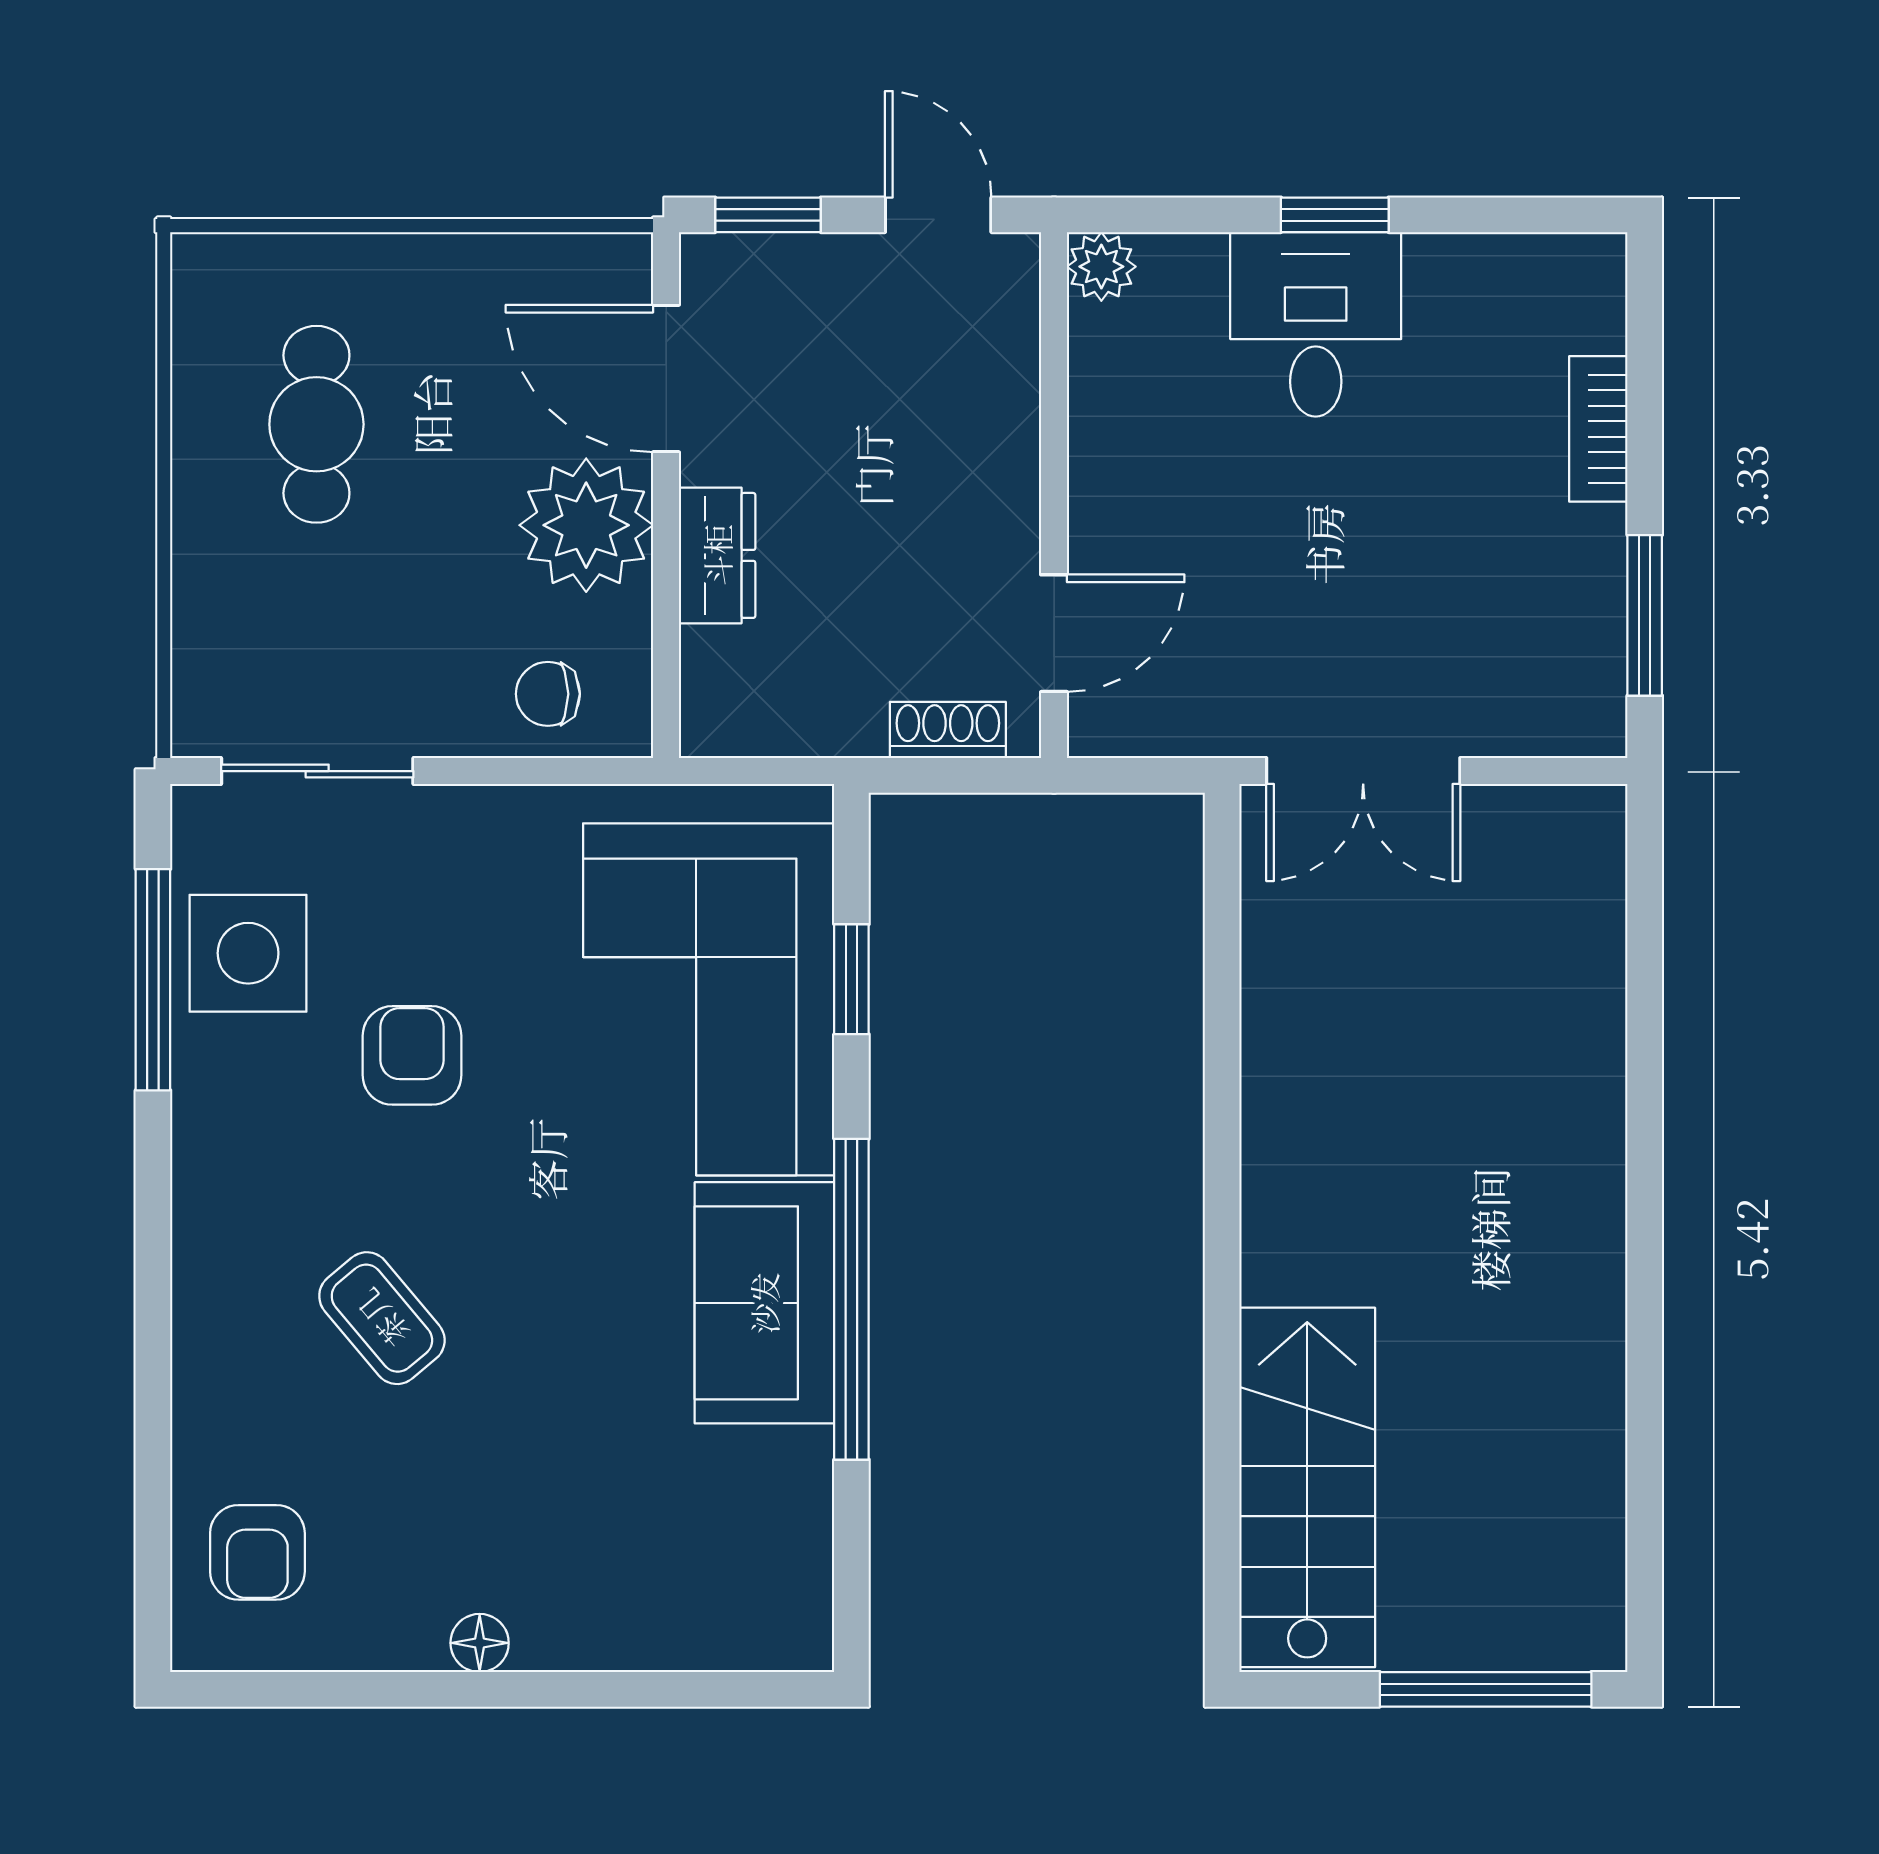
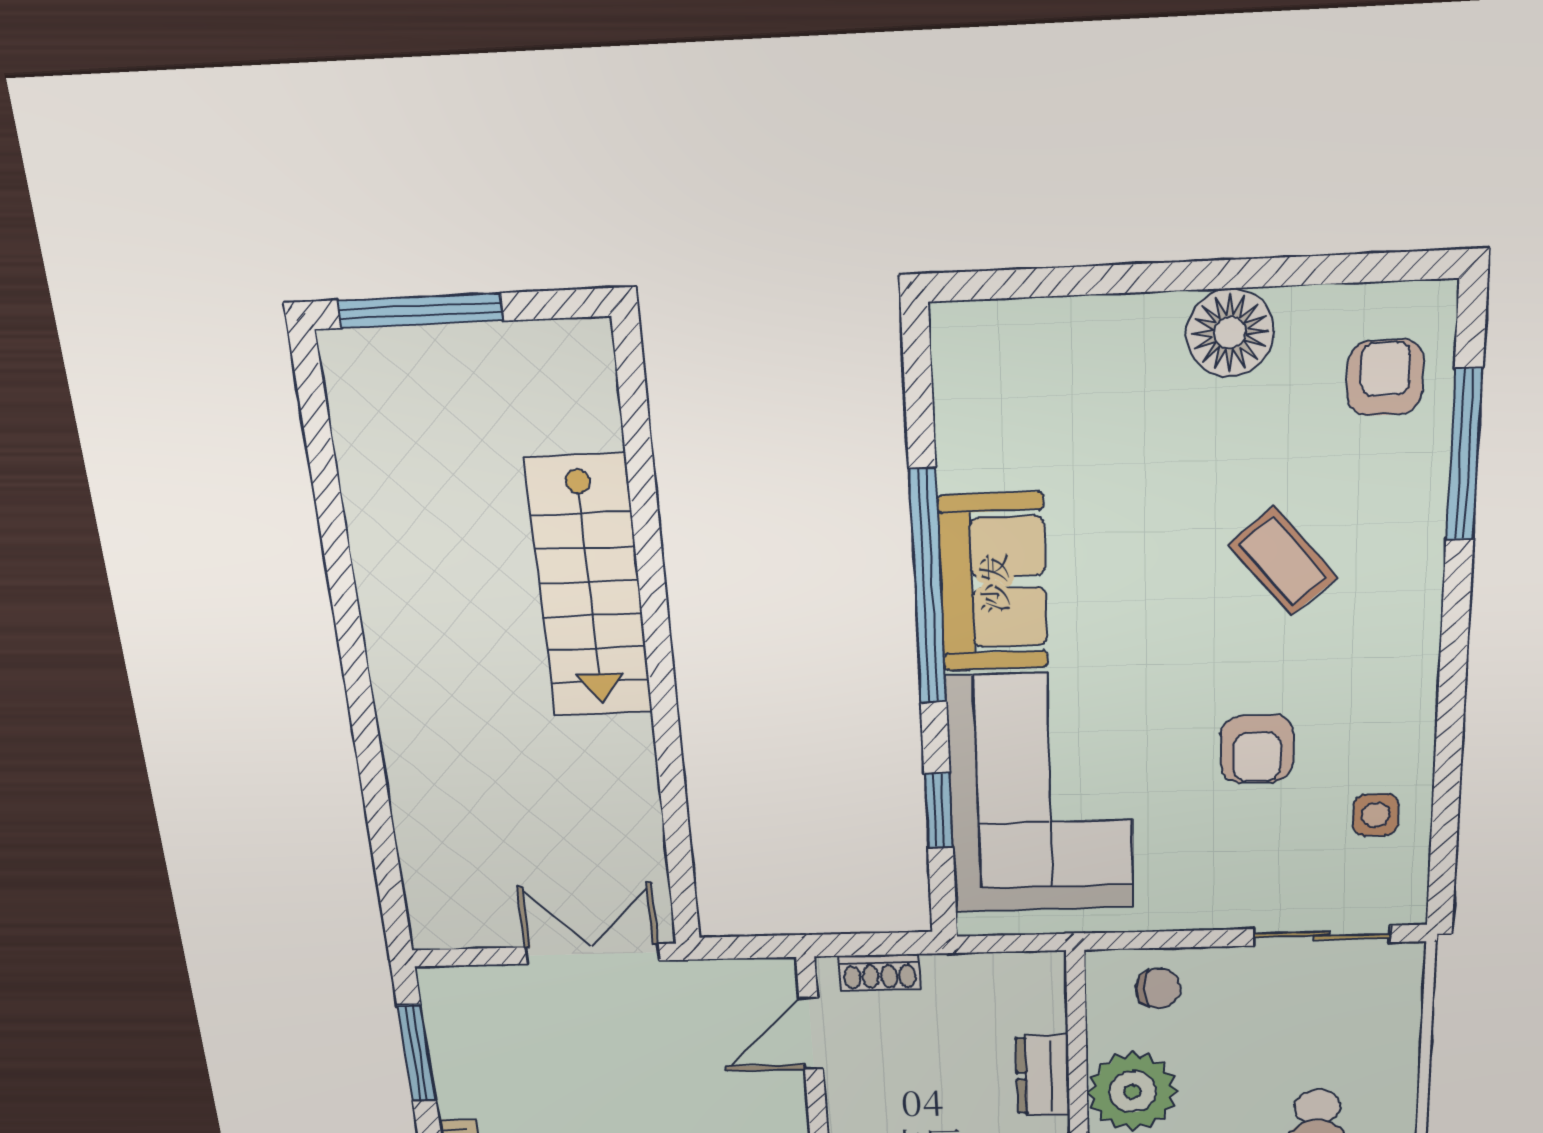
side table: (248, 953) -> (1376, 815), width x0.54, depth x0.54
window: (153, 980) -> (1464, 455), moved
stairs: (1307, 1487) -> (589, 587), moved
floor lamp: (480, 1643) -> (1230, 333), width x1.89, depth x1.89

